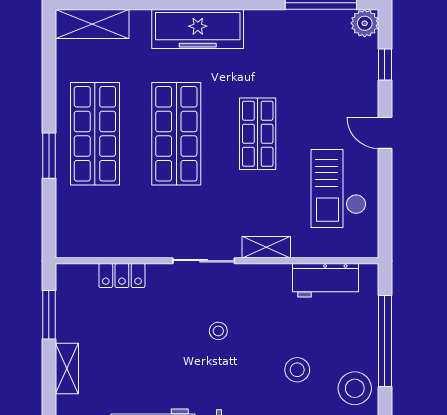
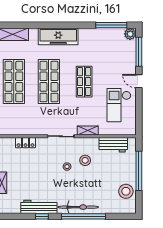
window: (385, 64) -> (139, 52), width x2.17
stool: (297, 370) -> (85, 160), moved

